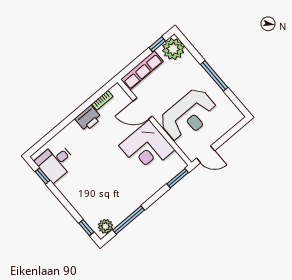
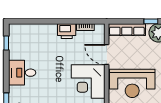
desk: (56, 162) -> (22, 73), moved

